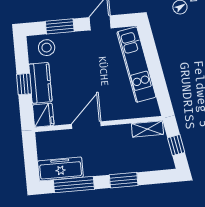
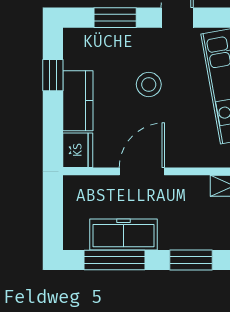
stool: (47, 48) -> (149, 84), moved
window: (24, 84) -> (53, 75), moved
freezer: (60, 169) -> (123, 234), moved

